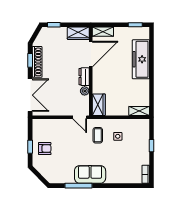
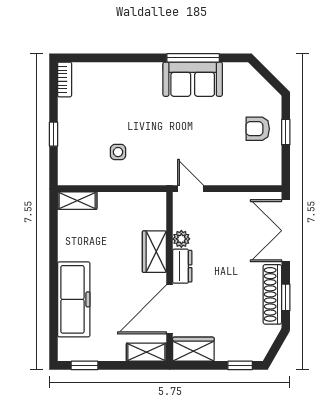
wardrobe: (99, 105) -> (154, 252), moved
coffee table: (98, 135) -> (156, 154), removed
sofa: (90, 174) -> (193, 79), moved

